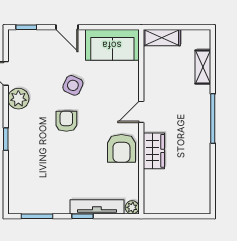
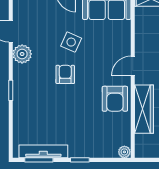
wardrobe: (154, 151) -> (144, 109), width x1.50
tv unit: (97, 207) -> (43, 151), moved

